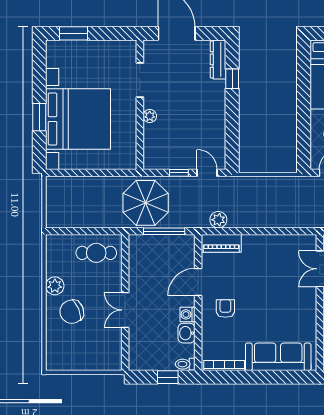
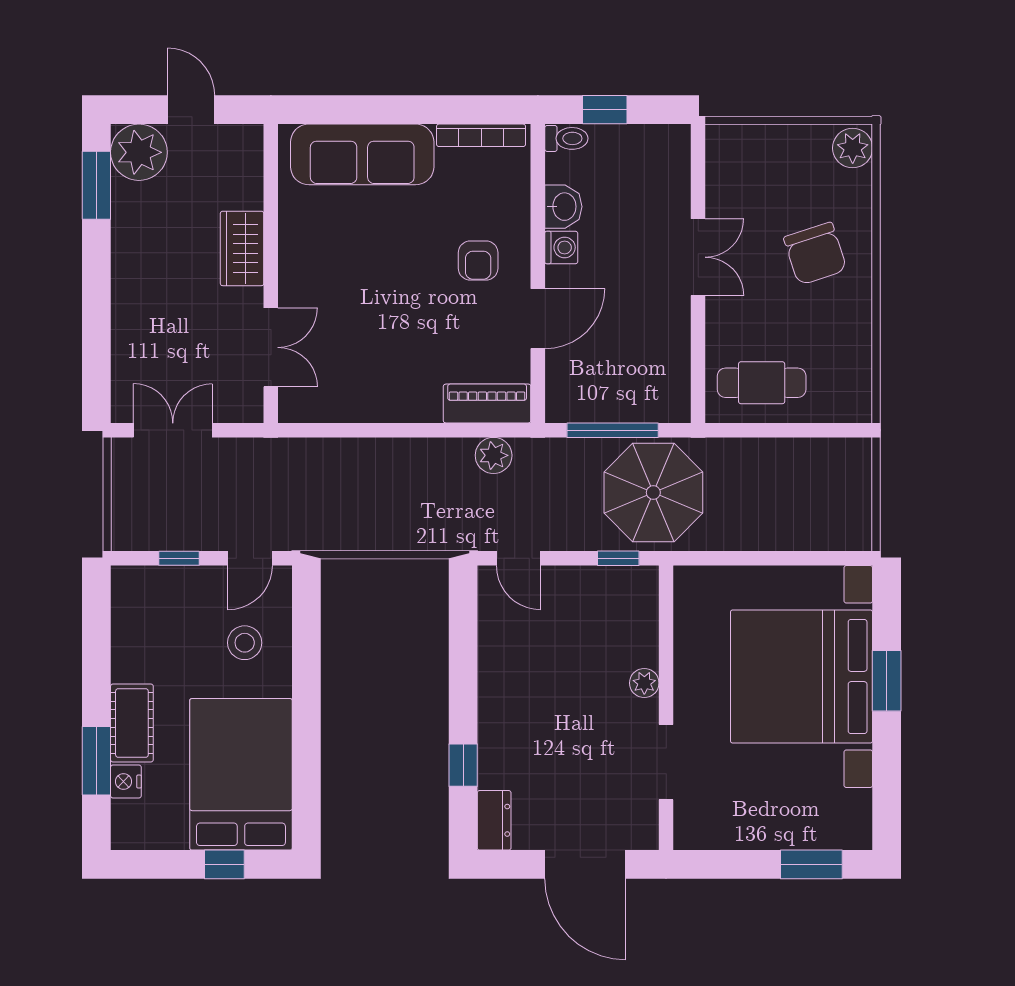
dresser: (218, 59) -> (494, 820), width x0.70
window: (179, 173) -> (618, 558), moved
plant: (55, 286) -> (853, 148), moved
chair: (72, 312) -> (815, 254), turned 94

